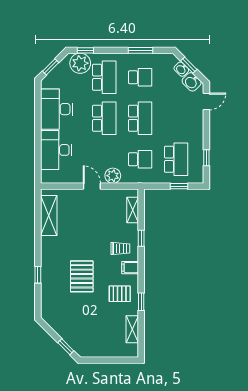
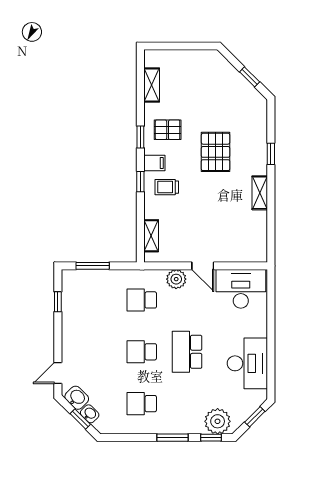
window: (141, 50) -> (173, 438), moved
school desk: (104, 77) -> (187, 404), removed
school desk: (140, 118) -> (142, 352), width x0.54
desk: (56, 150) -> (241, 289), moved, turned -90
school desk: (176, 159) -> (96, 300), removed
window: (179, 186) -> (93, 266), width x1.50
shelving: (49, 216) -> (260, 193), moved, width x0.67, depth x0.75
window: (141, 238) -> (140, 182), moved
window: (141, 302) -> (140, 137), moved
window: (66, 347) -> (250, 77), moved

